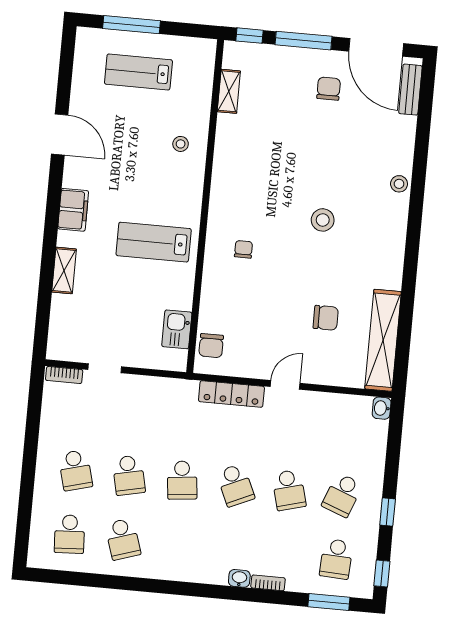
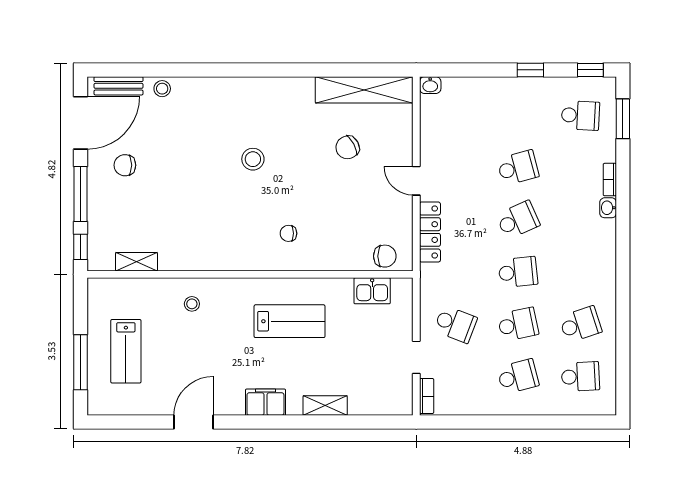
stool: (399, 184) -> (162, 89), moved
lab bench: (154, 242) -> (290, 321), turned -90
chair: (326, 318) -> (348, 147), turned -118
school desk: (342, 495) -> (455, 324), moved

